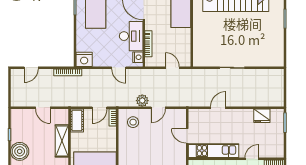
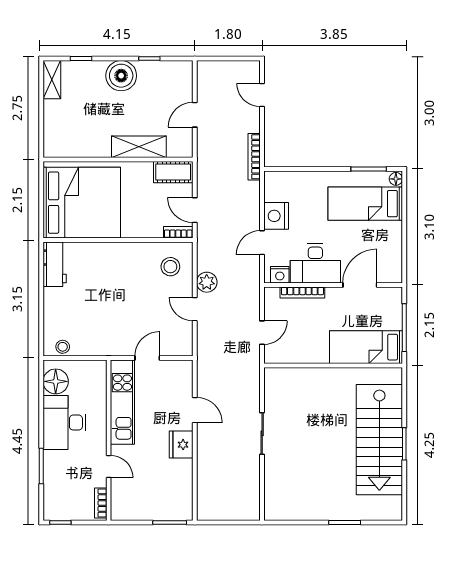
nightstand: (84, 59) -> (276, 216), moved
fridge: (262, 116) -> (181, 445), moved

